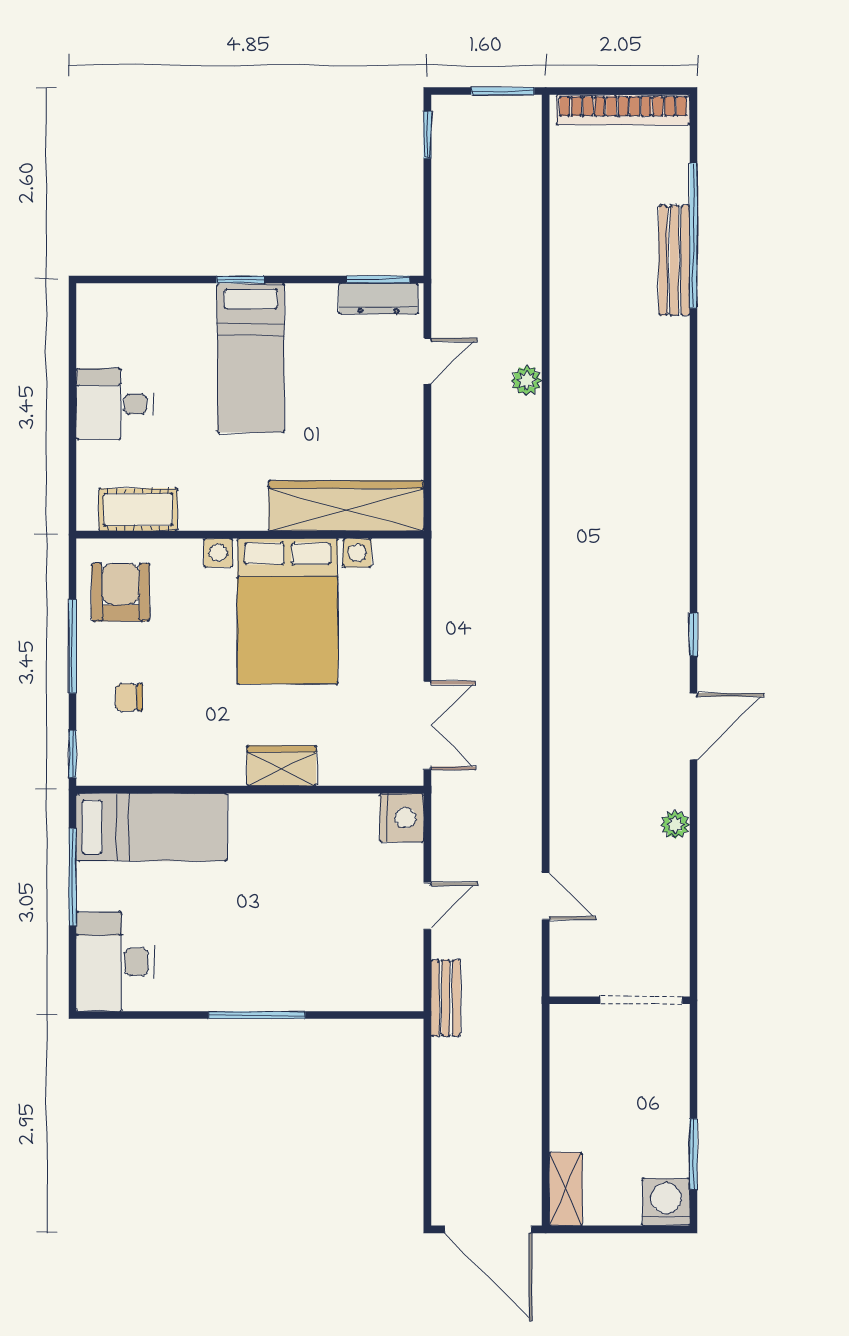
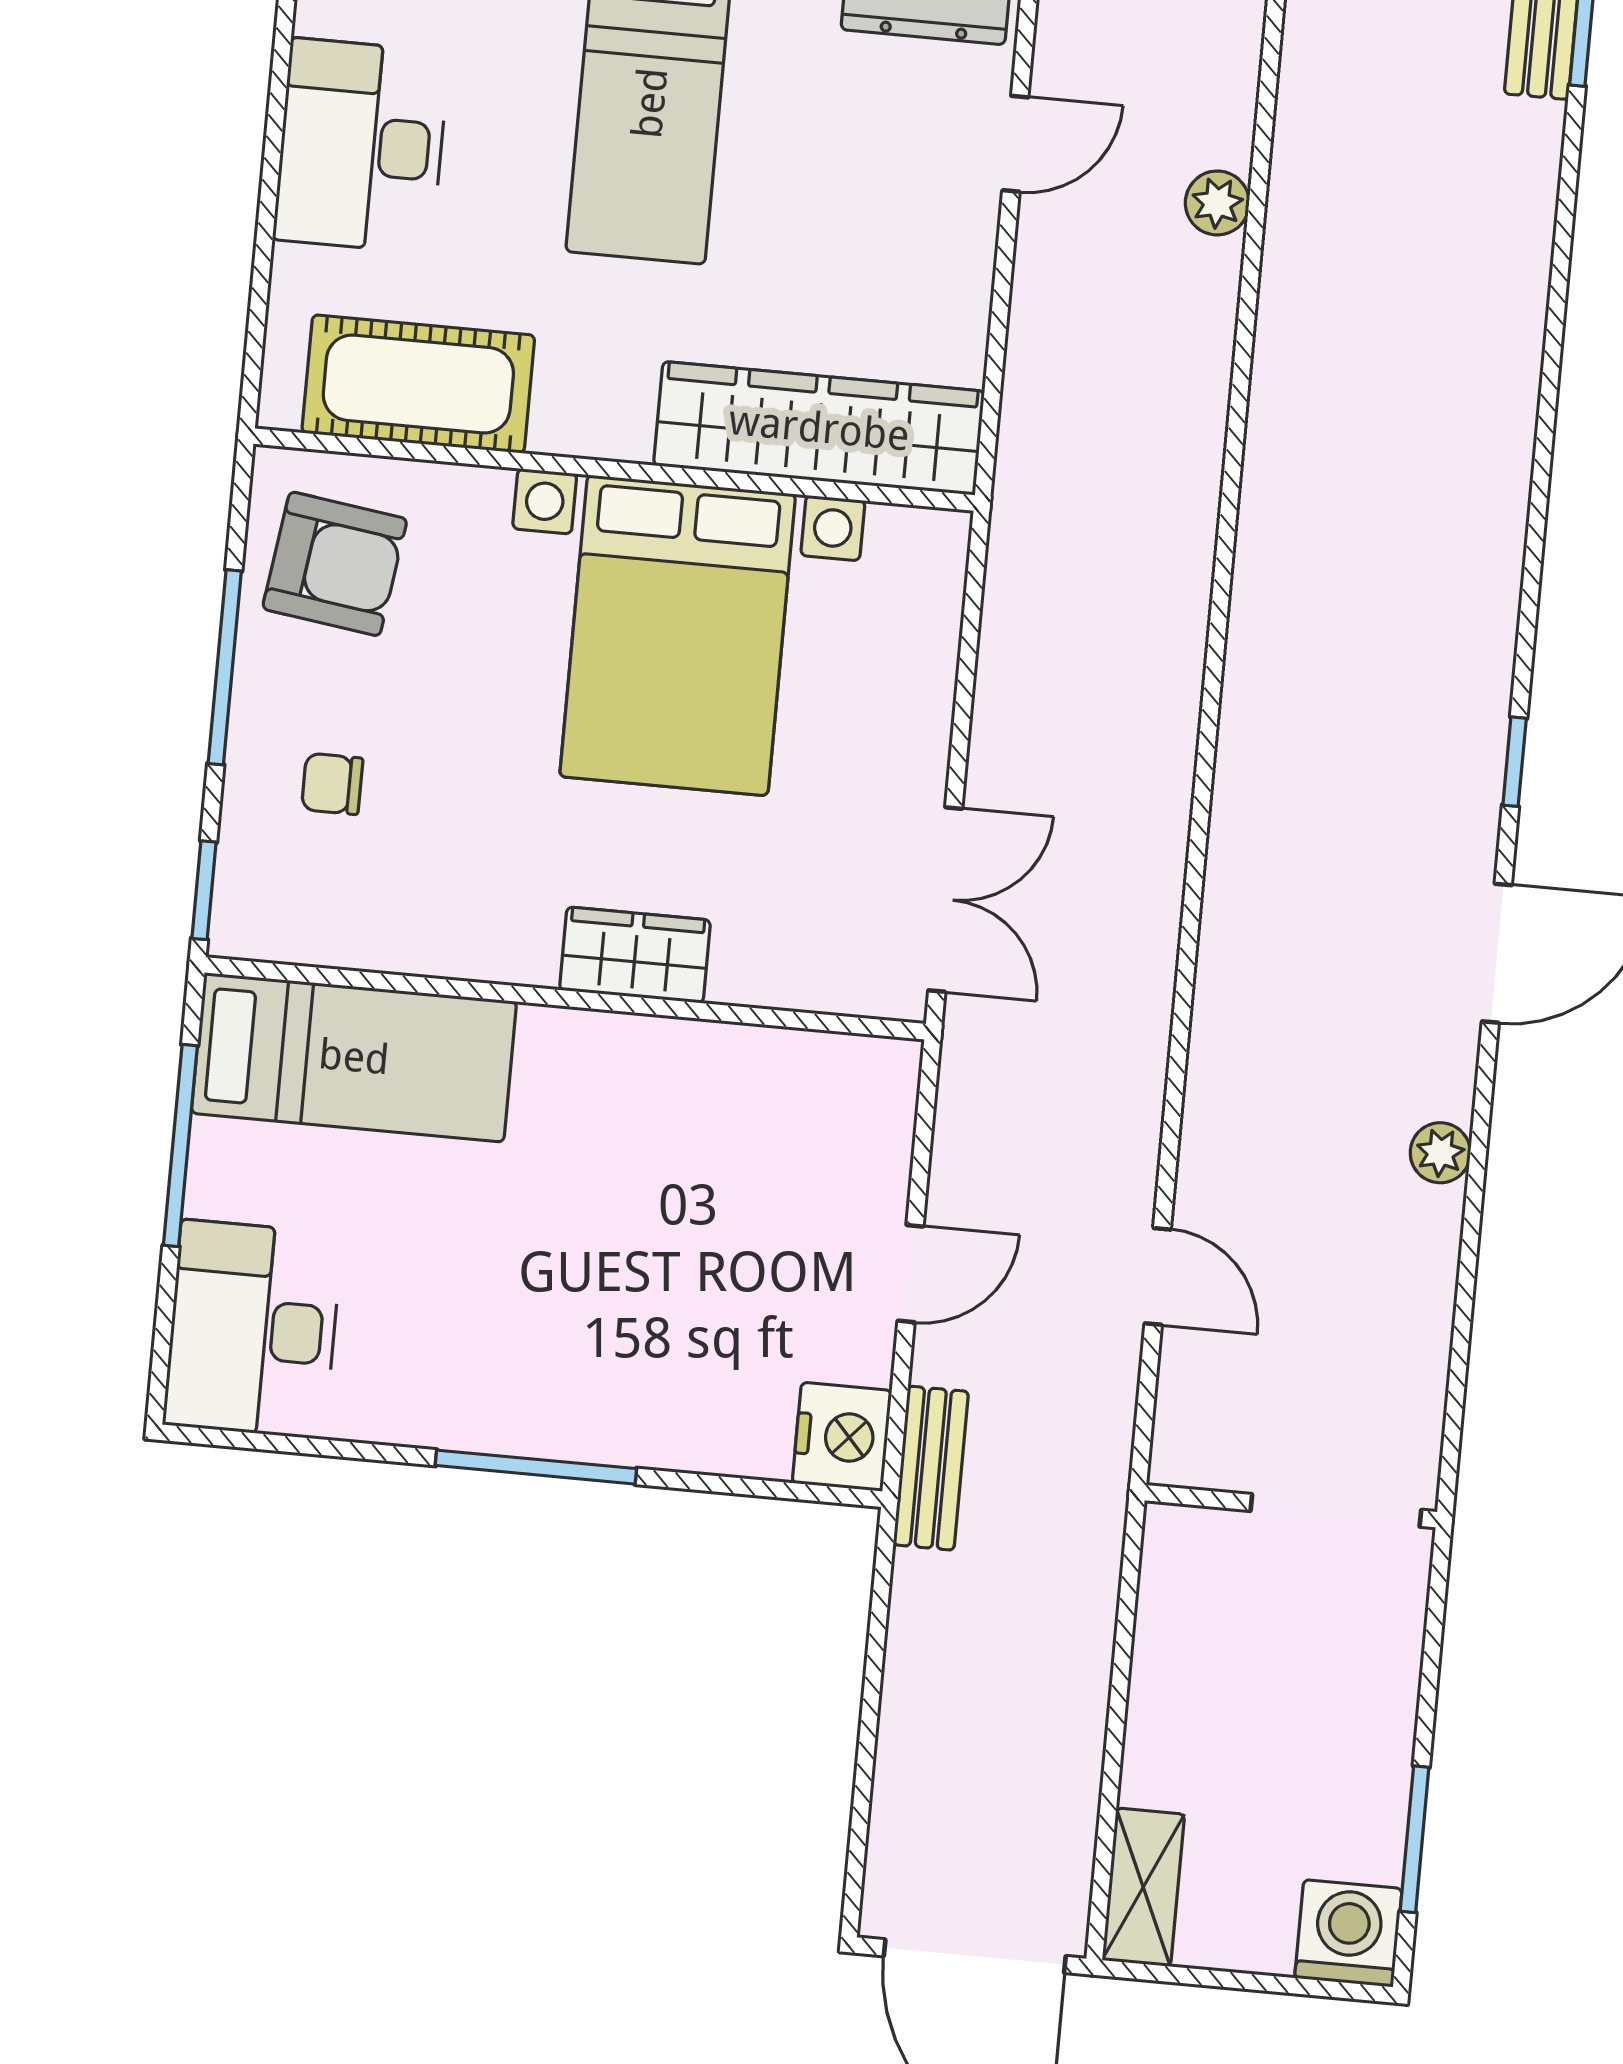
desk: (115, 404) -> (361, 146), width x1.37
cot: (138, 510) -> (418, 384), width x1.37, depth x1.34
armchair: (121, 592) -> (335, 564), turned 98
nightstand: (402, 818) -> (842, 1437), moved

